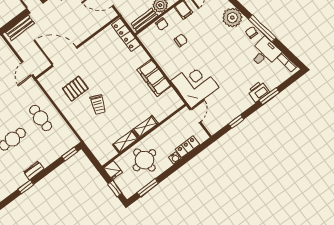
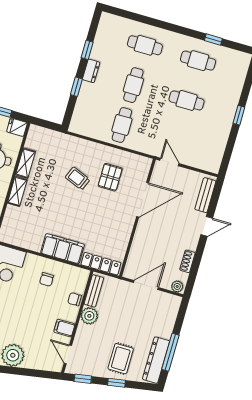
chair: (181, 40) -> (47, 279), moved
filing cabinet: (154, 78) -> (63, 249), moved
cafe table: (41, 118) -> (122, 125), turned 90
window: (70, 154) -> (76, 87), moved

